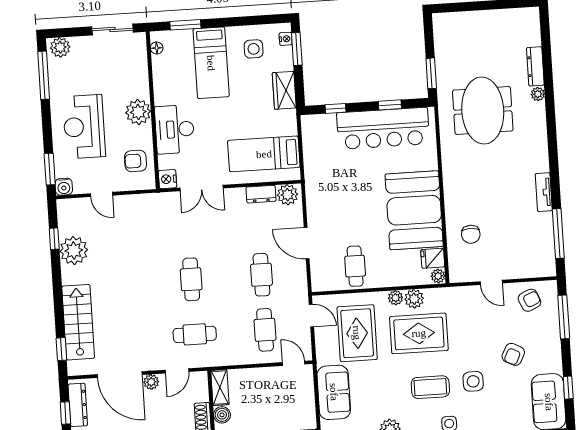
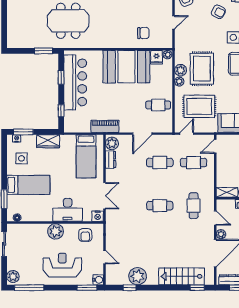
reception desk: (84, 127) -> (62, 265), turned 180
piano: (315, 181) -> (105, 126), added
door: (101, 194) -> (104, 257), hinge flipped

